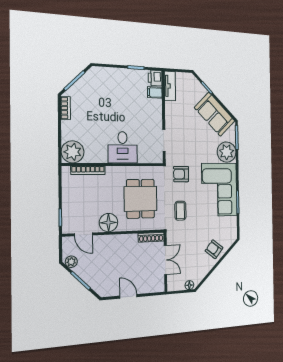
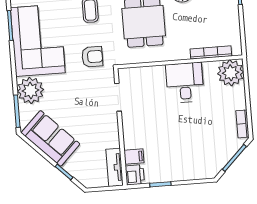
desk: (123, 147) -> (185, 83), moved

